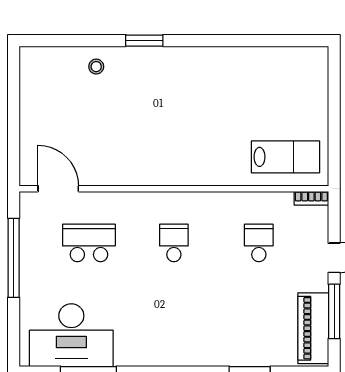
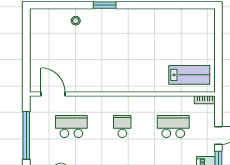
school desk: (259, 243) -> (173, 126), width x1.85

